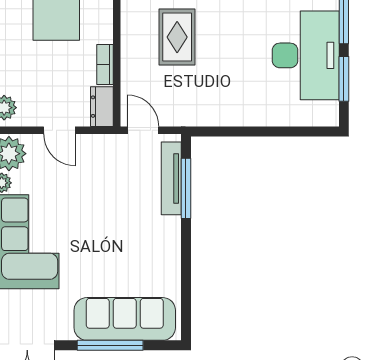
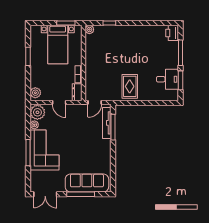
rug: (177, 37) -> (130, 86), moved
desk: (306, 55) -> (167, 79), width x0.53, depth x0.77
door: (143, 130) -> (95, 102), swing flipped

